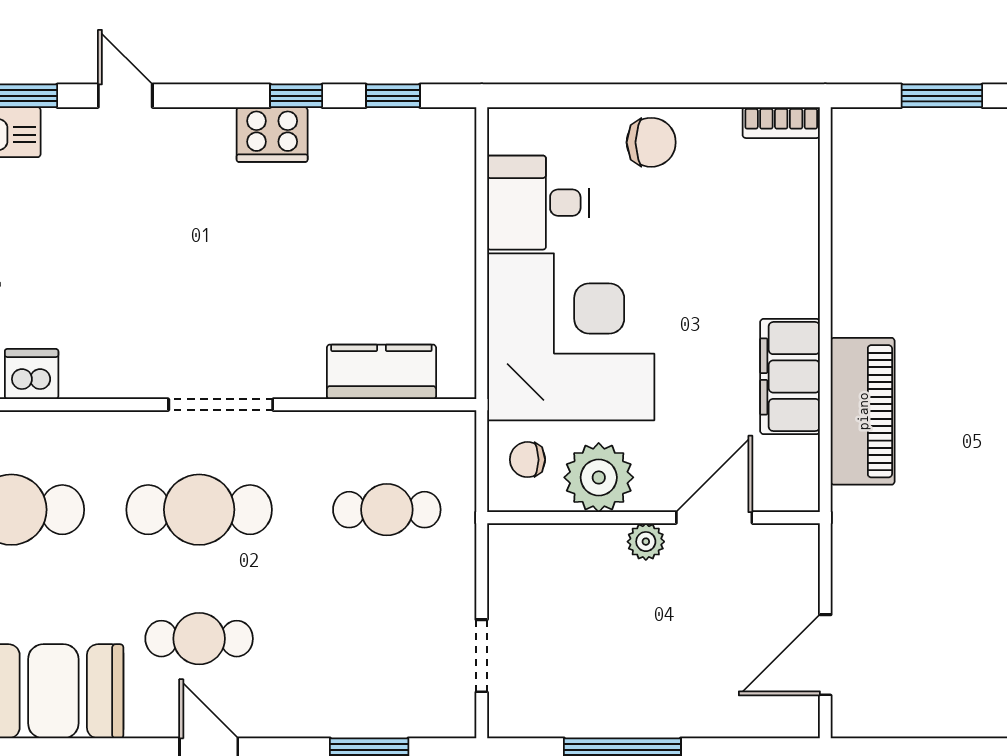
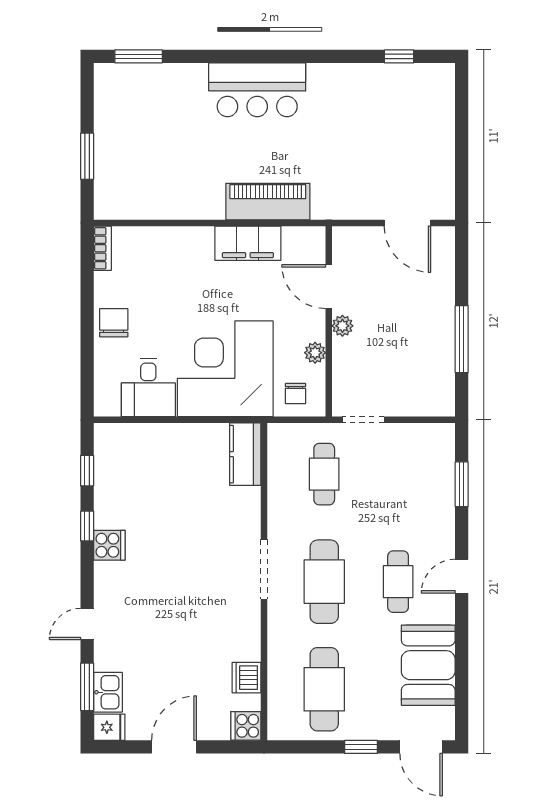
cooker: (272, 135) -> (109, 545), width x0.73
kitchen counter: (381, 372) -> (245, 454), moved
plant: (599, 477) -> (315, 353), width x0.53, depth x0.53
doorway: (482, 656) -> (363, 420), moved

